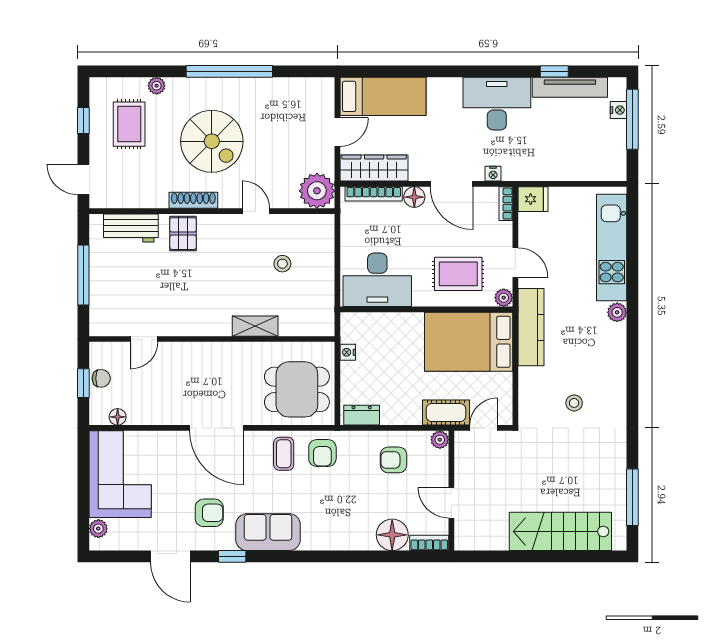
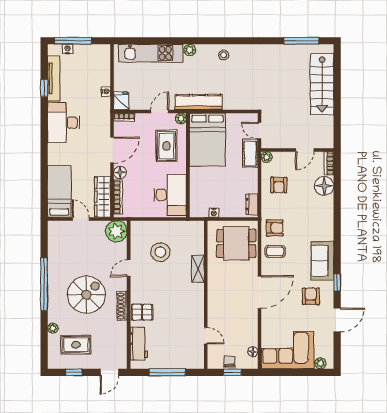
nightstand: (493, 174) -> (106, 91), moved
stool: (282, 264) -> (160, 252), width x1.89, depth x1.89
dining table: (297, 389) -> (236, 243), turned 90
stool: (574, 403) -> (224, 55), moved

